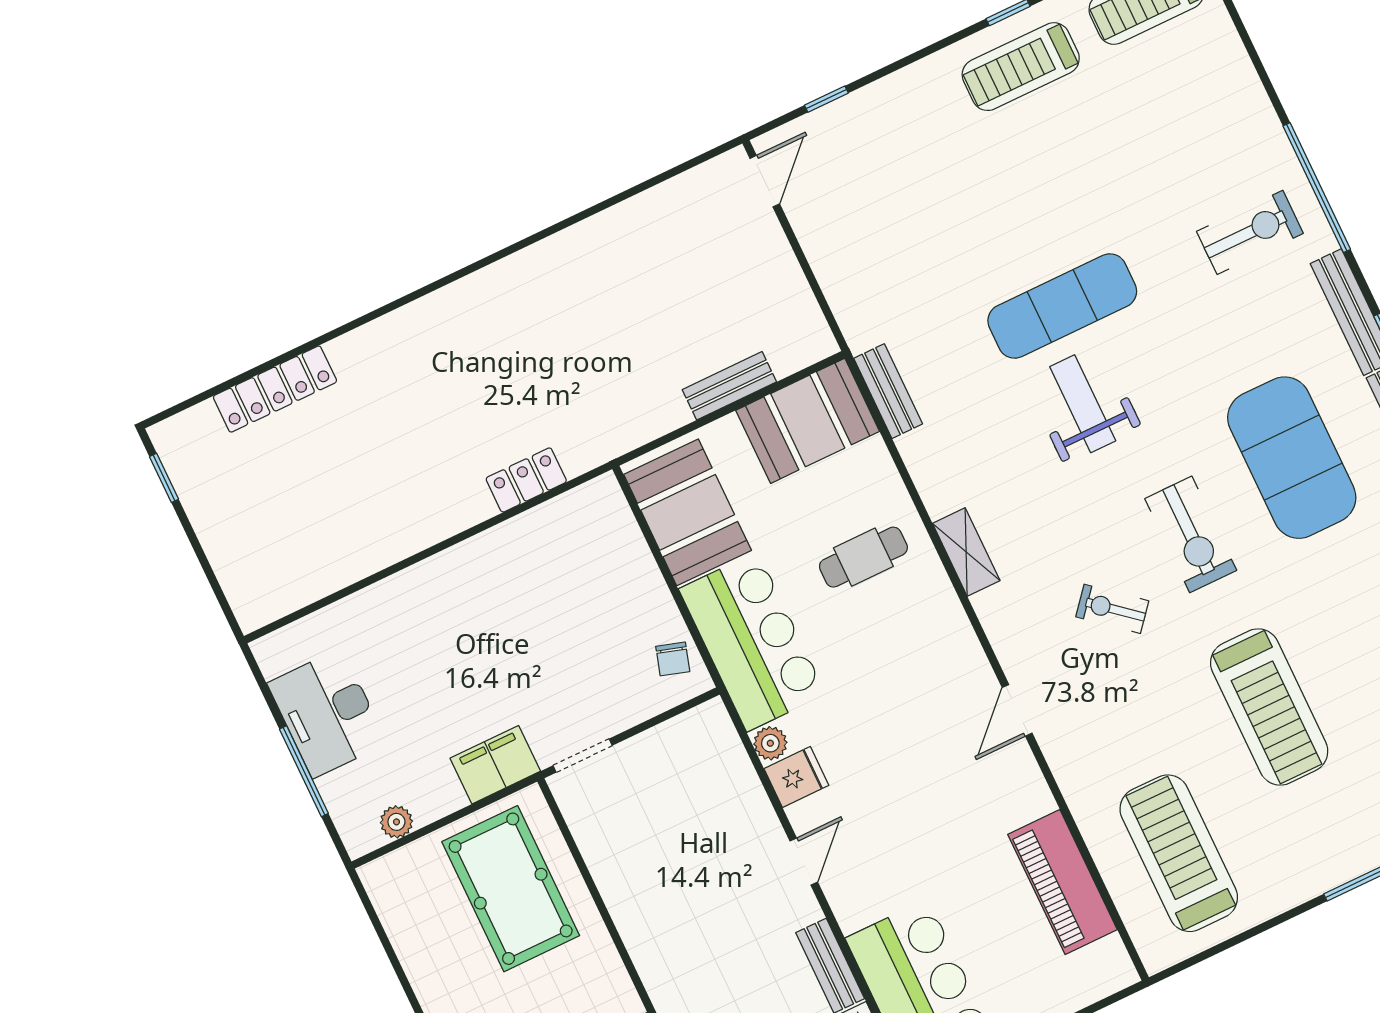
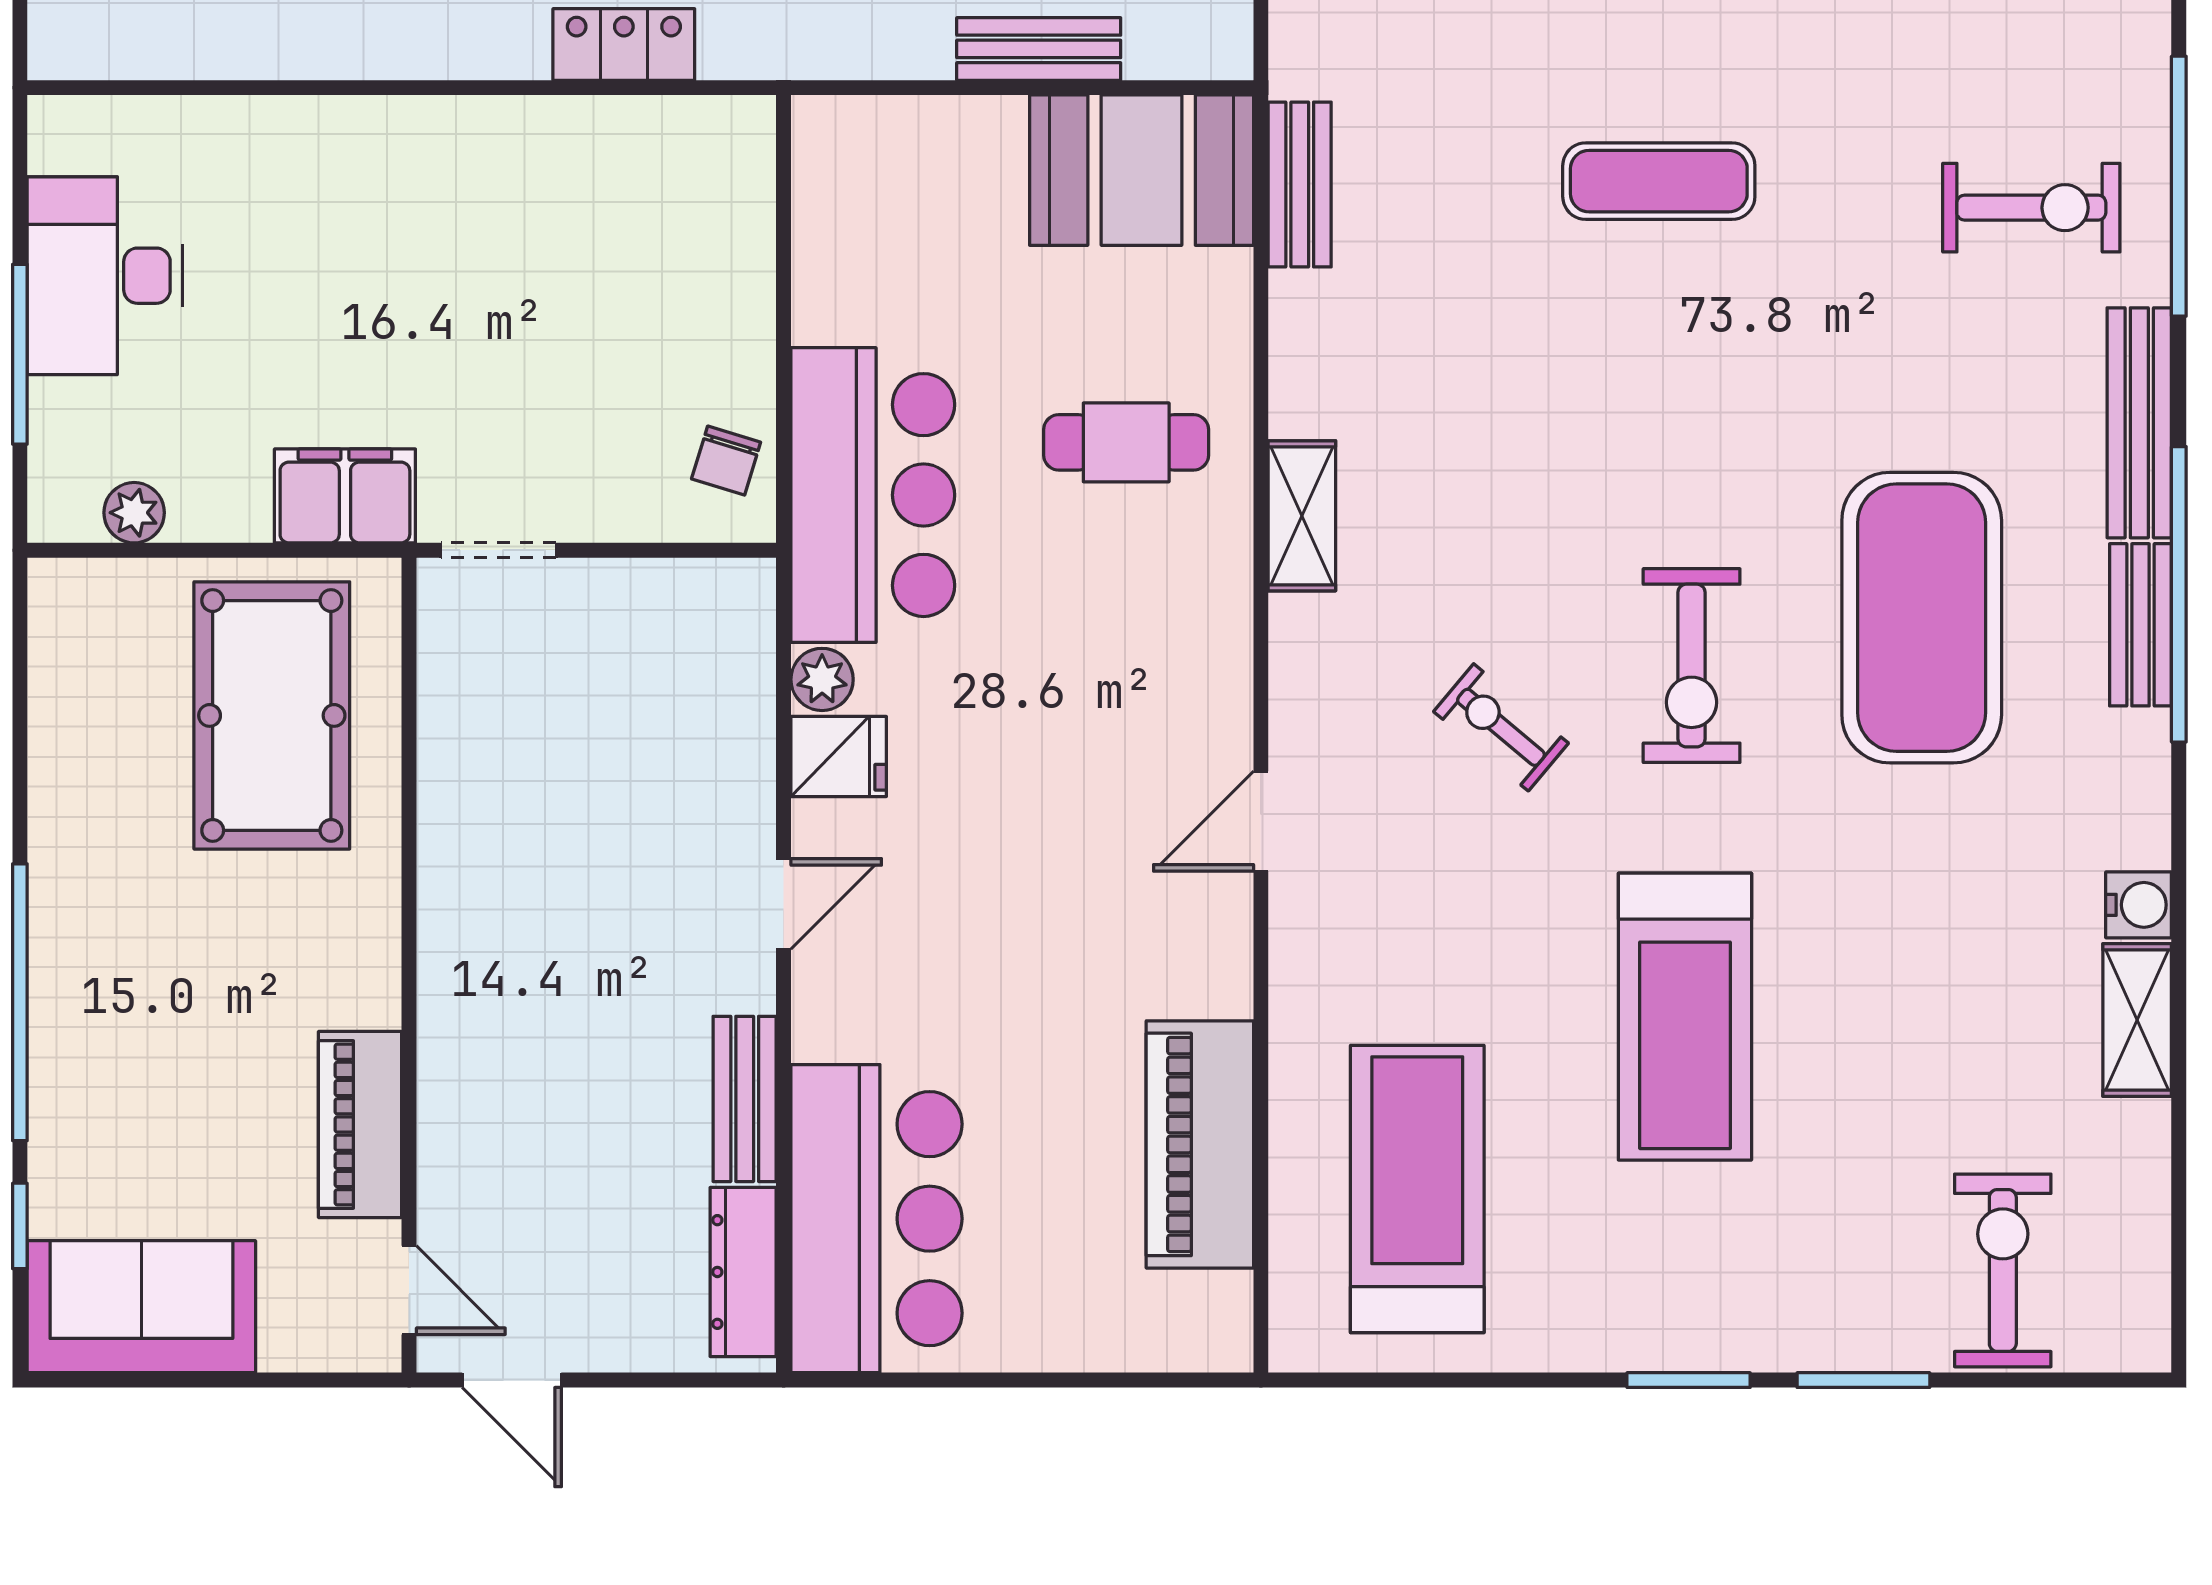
exercise mat: (1062, 306) -> (1659, 181), width x0.73, depth x0.69
weight bench: (1083, 404) -> (1615, 361), removed
booth: (688, 512) -> (868, 227), removed

